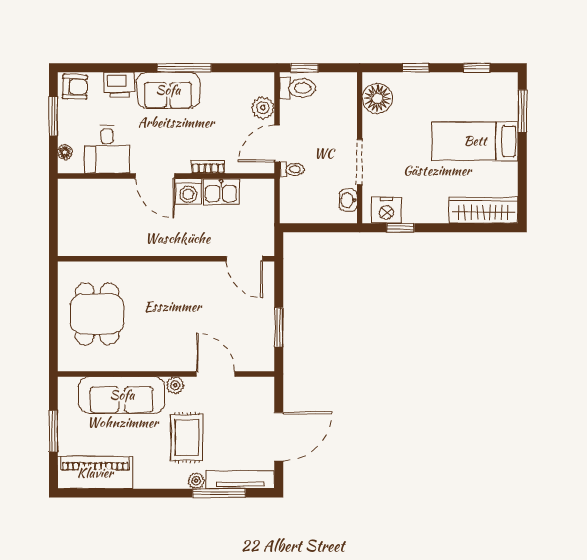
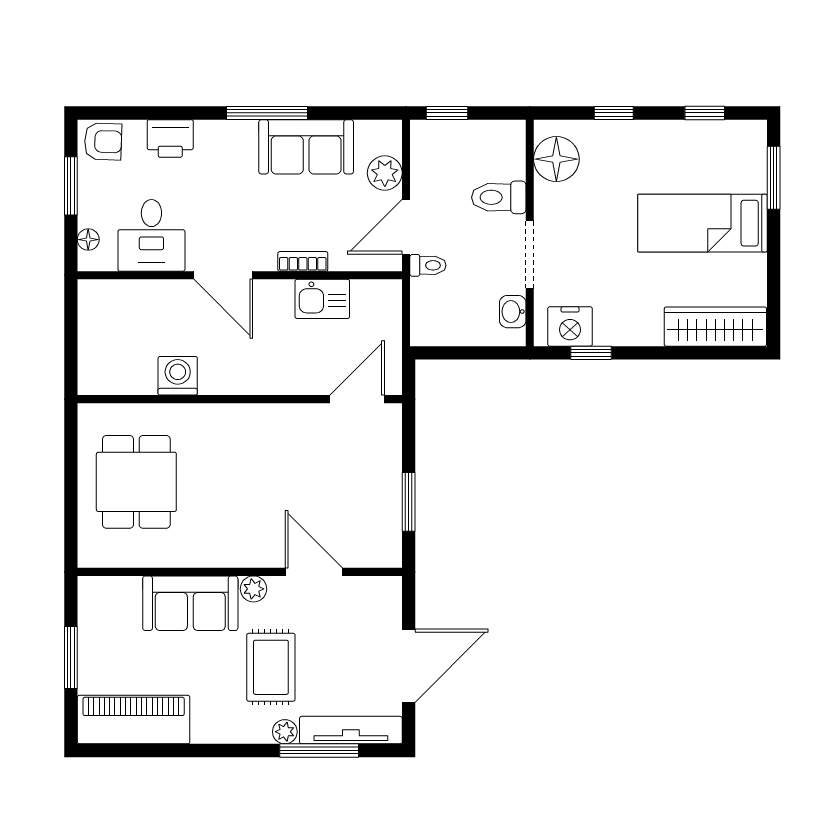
toilet: (298, 88) -> (499, 197), moved, turned 180
sofa: (168, 90) -> (306, 147), moved
washing machine: (188, 192) -> (178, 376), moved, turned 180
door: (244, 259) -> (357, 399), swing flipped
sofa: (122, 395) -> (190, 603), width x0.73

